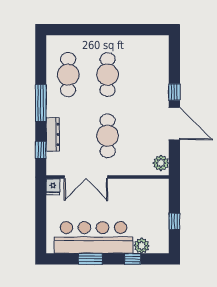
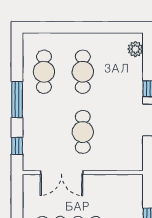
dresser: (53, 134) -> (29, 131), removed
plant: (161, 163) -> (135, 49), moved
fridge: (53, 187) -> (29, 182), removed

